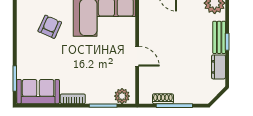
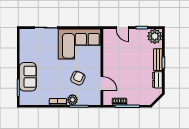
armchair: (50, 27) -> (78, 78), moved
door: (137, 56) -> (102, 84), moved
sofa: (38, 92) -> (28, 77), moved, turned 90
plant: (122, 96) -> (72, 100), moved

